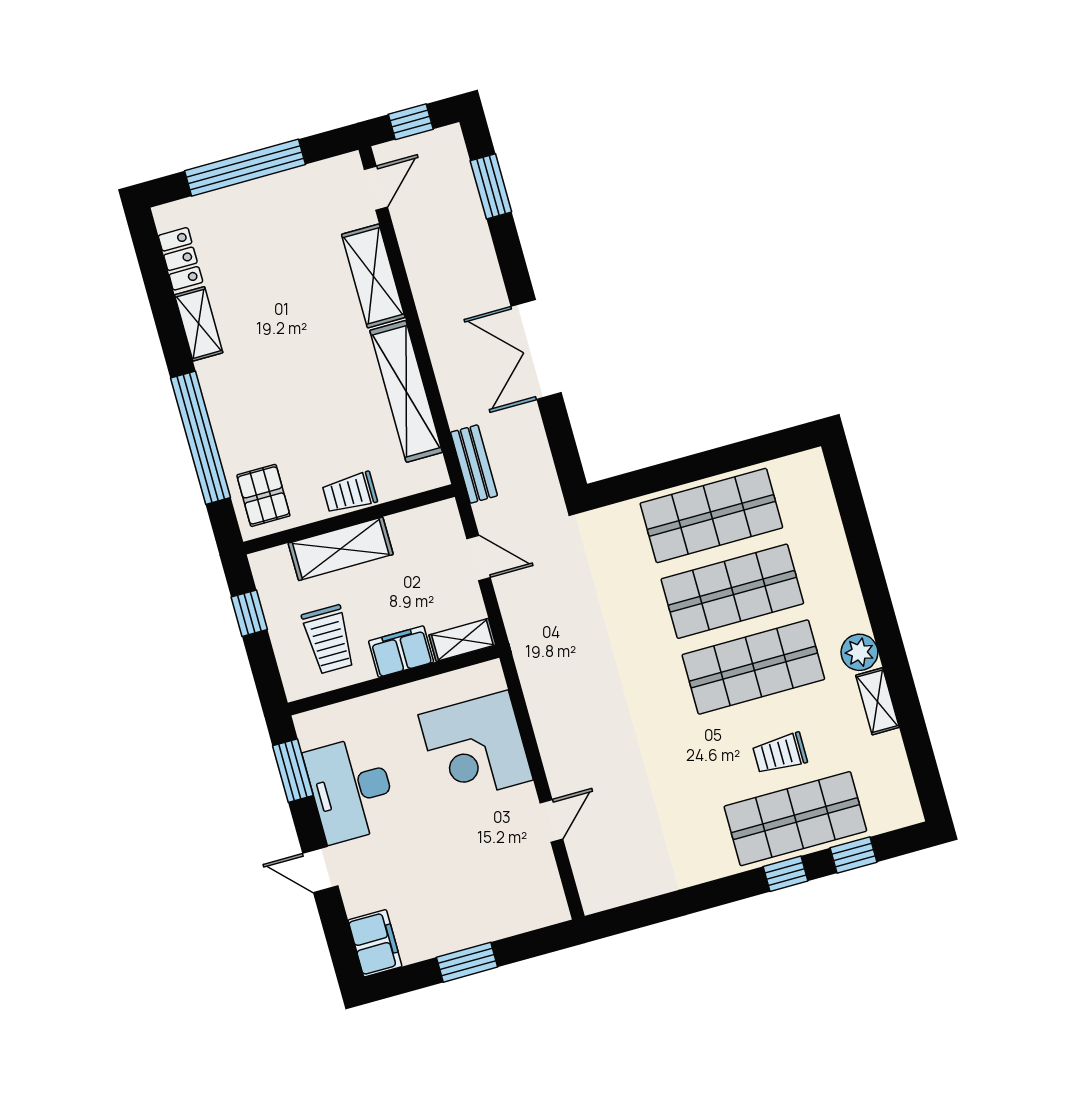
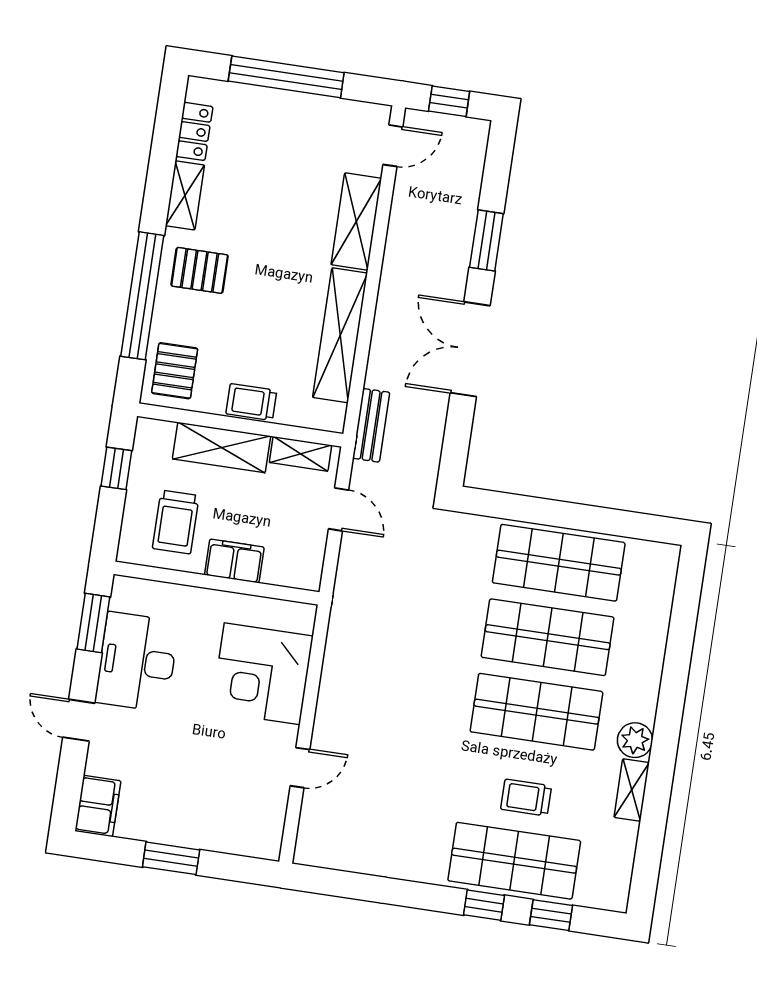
window: (491, 186) -> (486, 241), moved
pallet: (244, 389) -> (200, 270), added
shelving: (462, 640) -> (301, 454), moved

